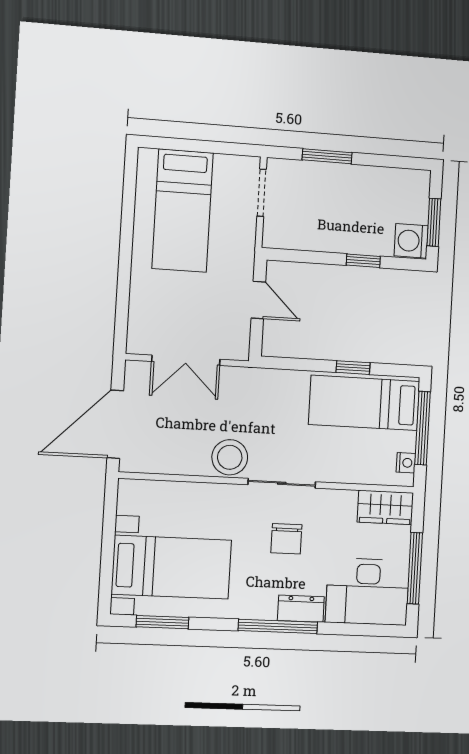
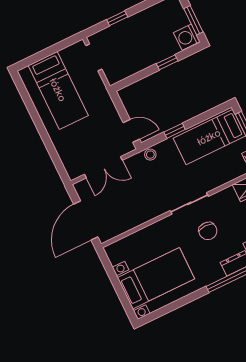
window: (327, 156) -> (117, 18), width x0.67
door: (258, 300) -> (131, 131), moved
window: (353, 368) -> (175, 131), moved
stool: (230, 457) -> (150, 155), moved, width x0.53, depth x0.53
window: (162, 622) -> (167, 309), removed

